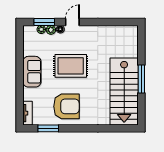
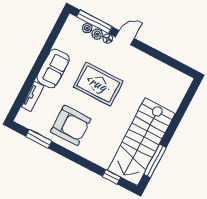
window: (44, 22) -> (94, 22), width x1.44
window: (141, 79) -> (155, 161), moved
tv unit: (28, 113) -> (32, 97), moved
window: (116, 128) -> (111, 177), added

